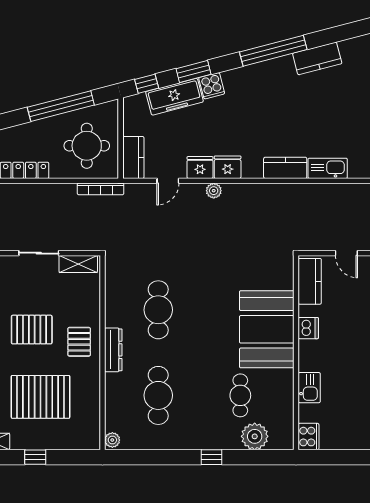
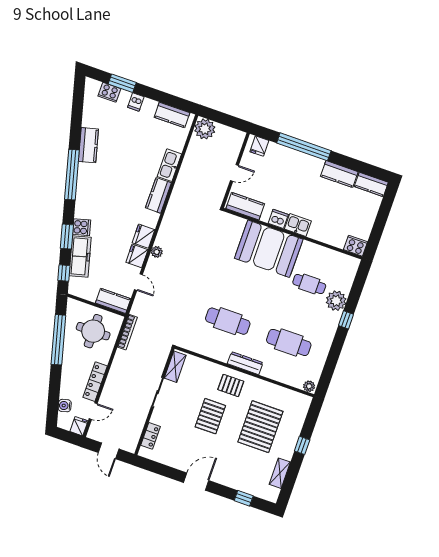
kitchen sink: (309, 388) -> (298, 225), moved
plant: (255, 436) -> (336, 301), moved

